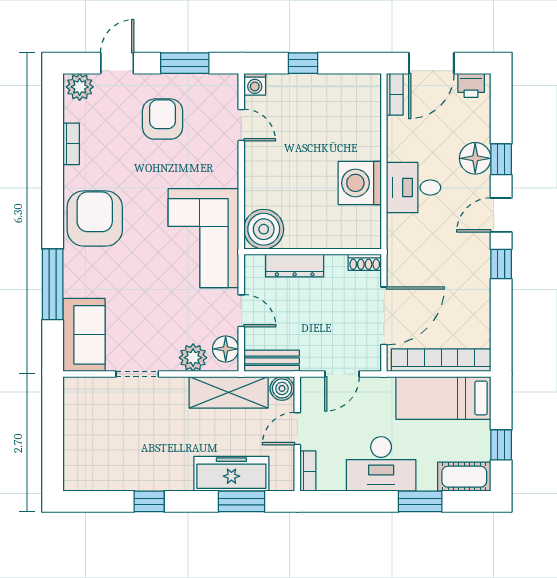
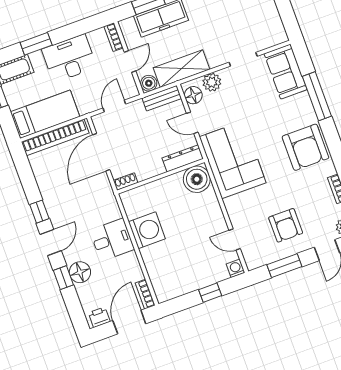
dresser: (295, 266) -> (183, 158), moved

